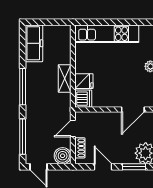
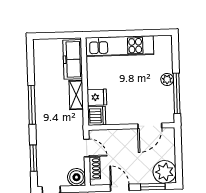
freezer: (34, 43) -> (73, 59), moved, turned 180
door: (73, 129) -> (87, 148), swing flipped
window: (23, 137) -> (33, 158), width x0.69

